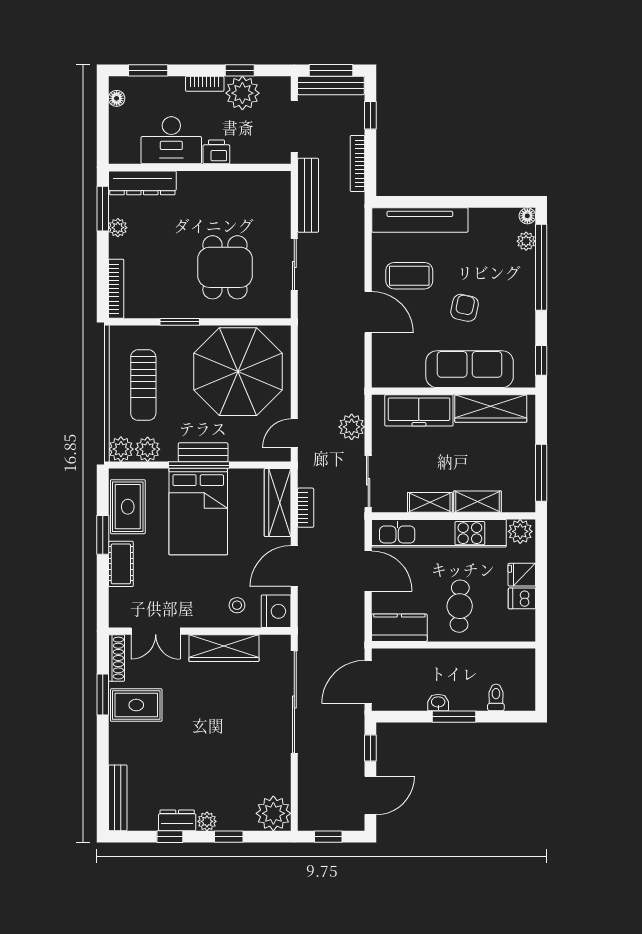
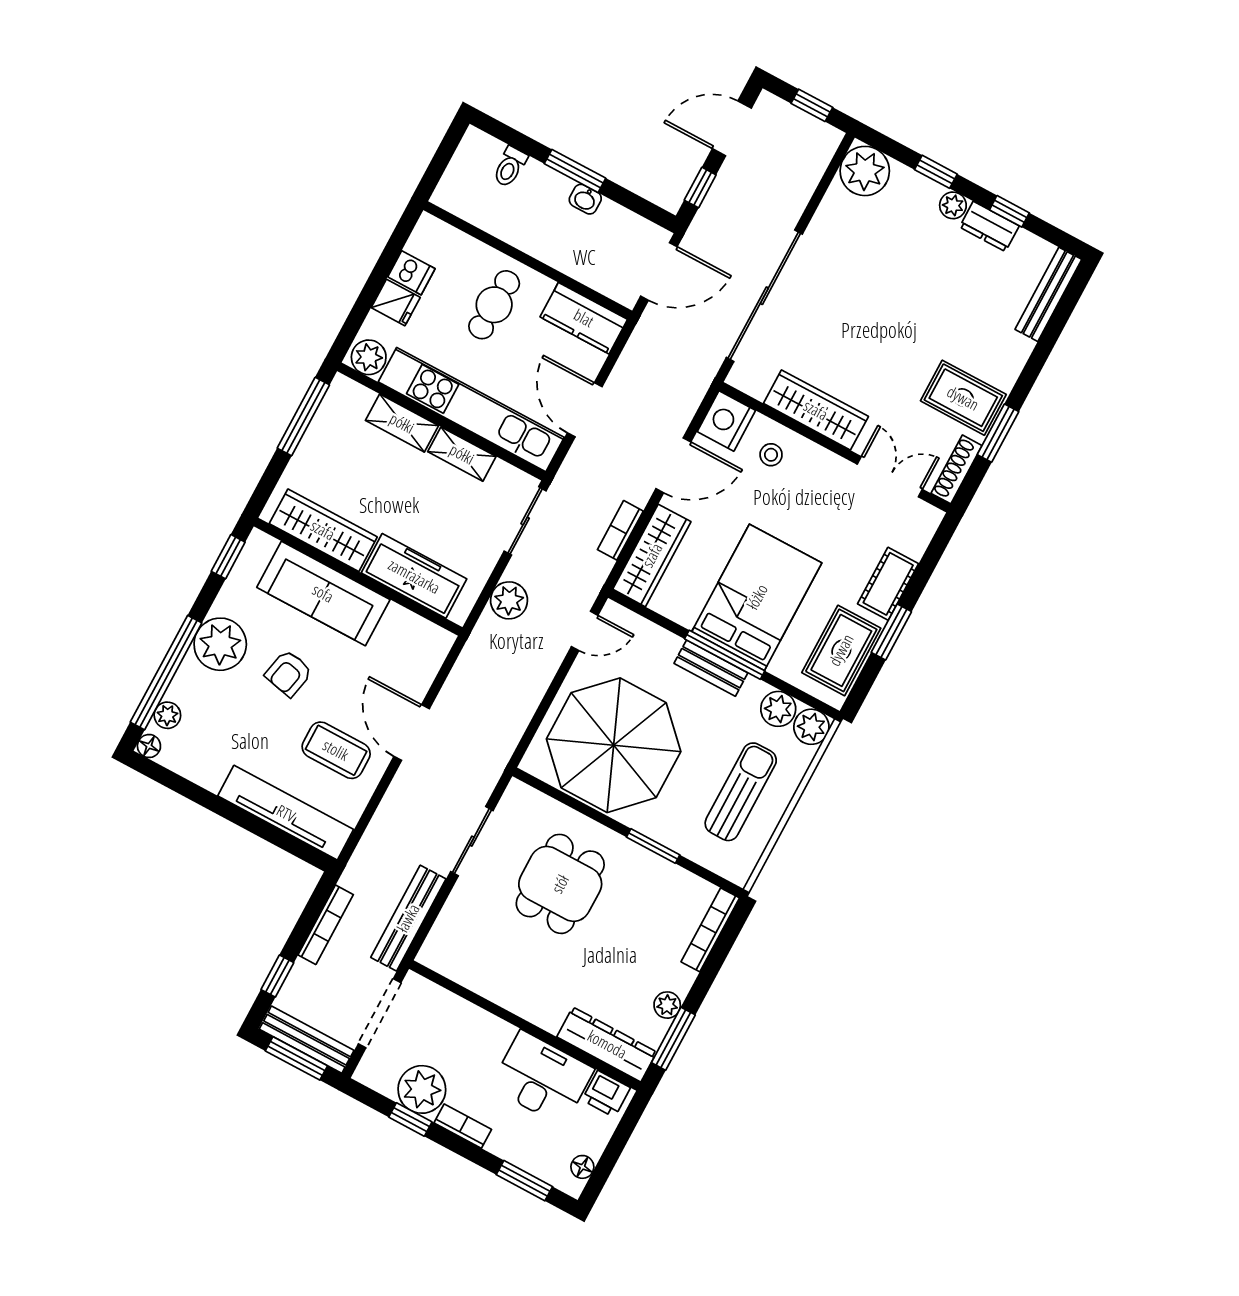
printer: (216, 152) -> (606, 1094), moved
plant: (517, 303) -> (220, 644), added

